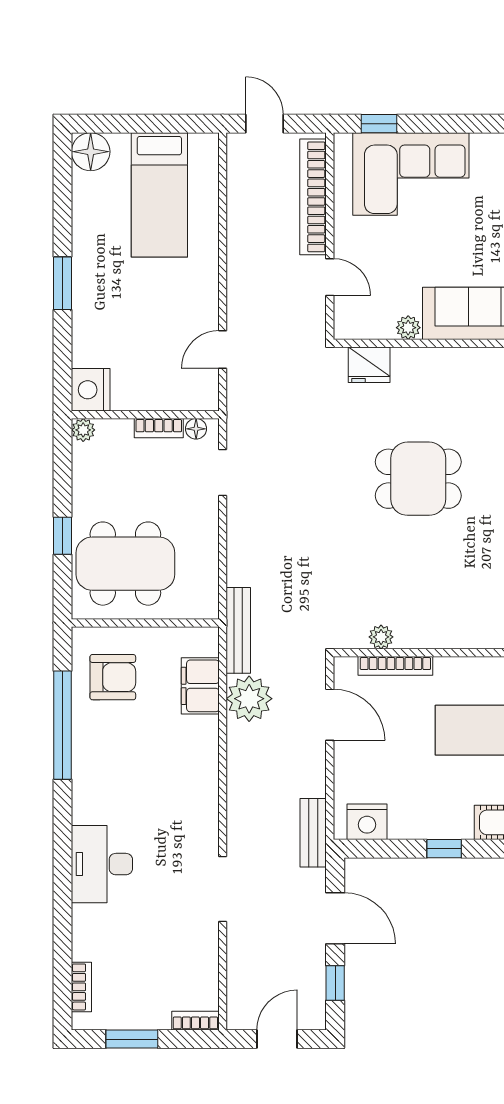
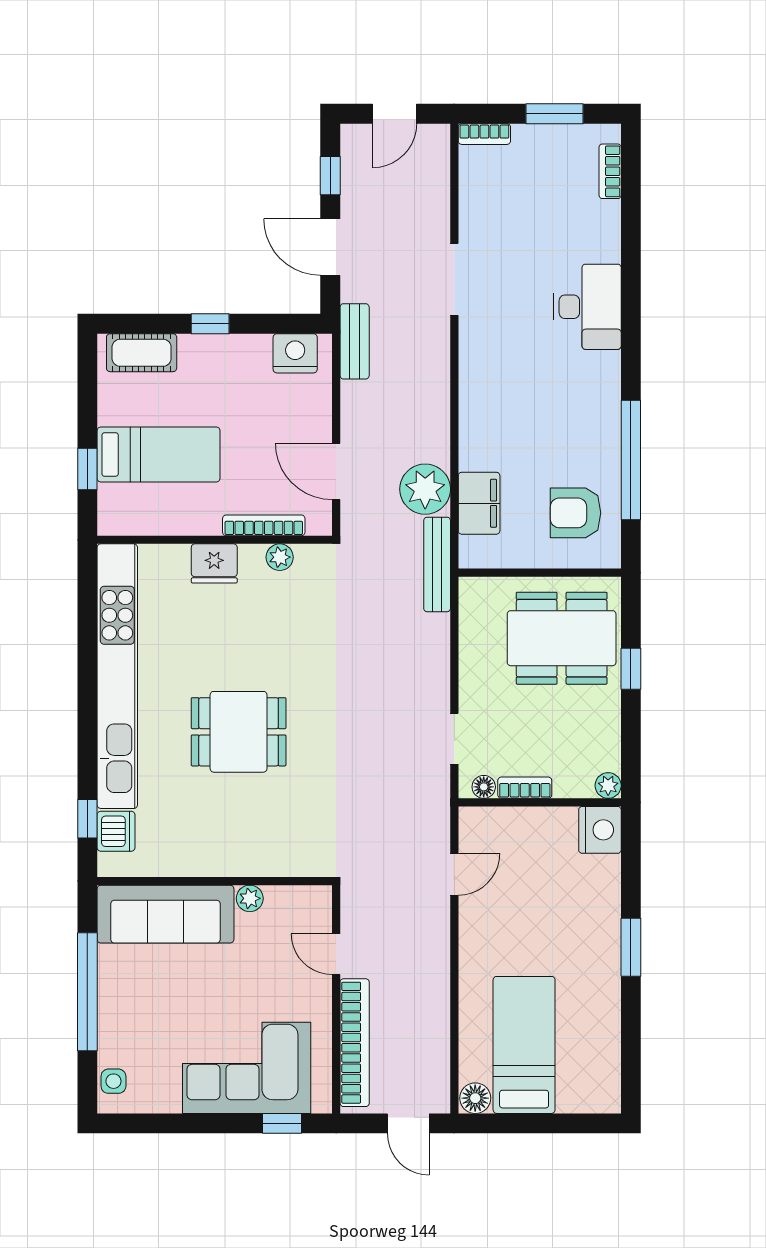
floor lamp: (91, 152) -> (475, 1098), moved, width x0.73, depth x0.73
fridge: (369, 365) -> (214, 563), moved, turned 180

